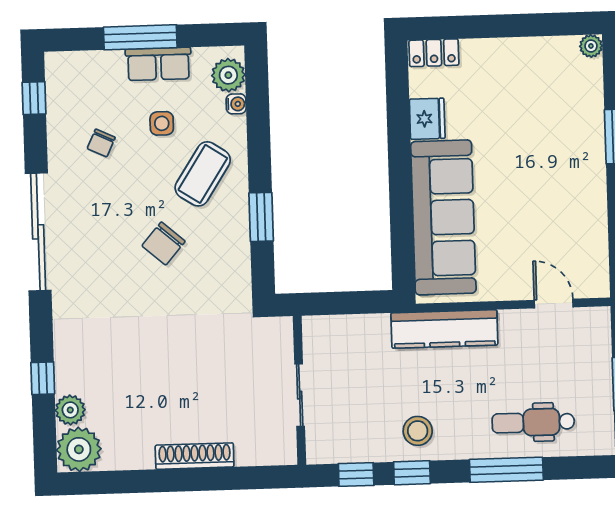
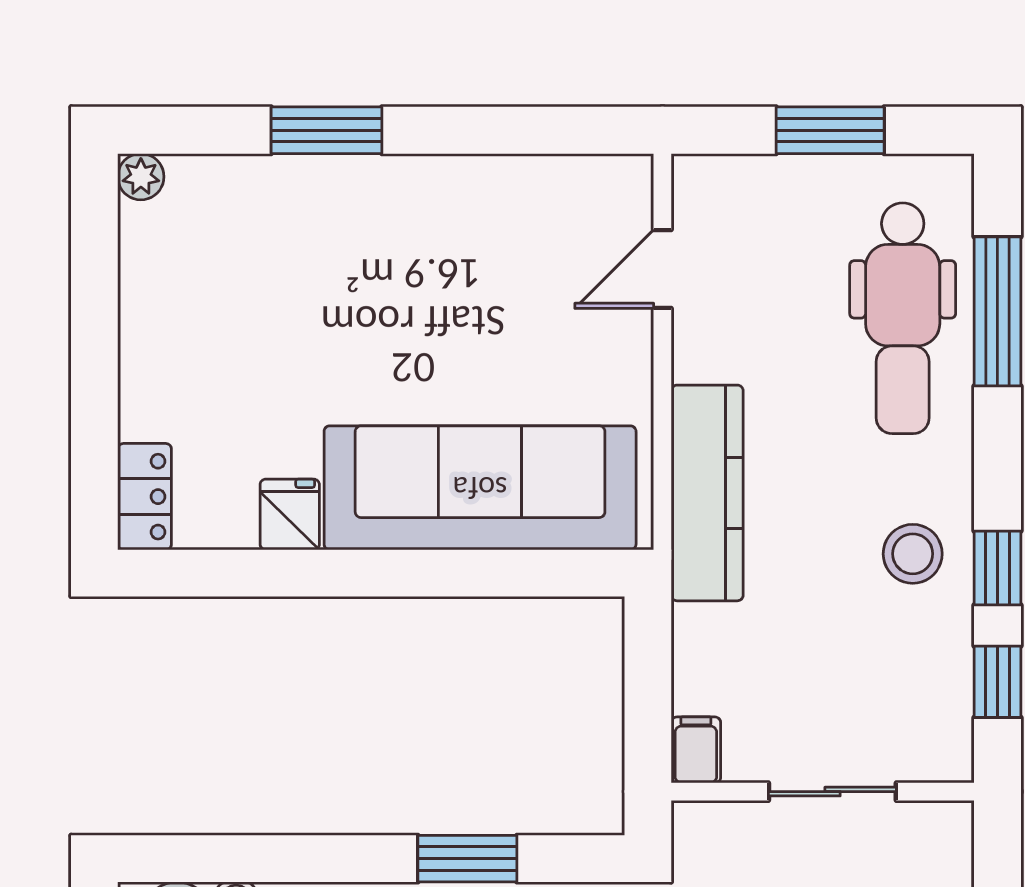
fridge: (427, 119) -> (290, 514), width x0.72
filing cabinet: (318, 327) -> (696, 750), added
dental chair: (533, 422) -> (903, 318), width x1.36, depth x1.38
window: (506, 470) -> (997, 311), moved

